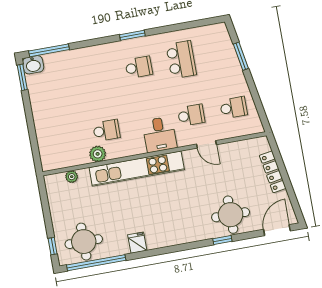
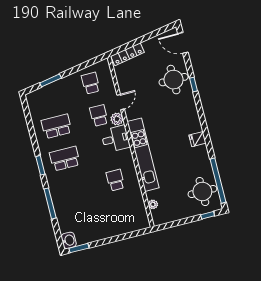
window: (49, 50) -> (50, 203), moved
school desk: (139, 67) -> (65, 159), width x1.85
plant: (98, 154) -> (117, 119), moved
locker: (273, 172) -> (127, 54), moved
fridge: (137, 243) -> (197, 139), moved

